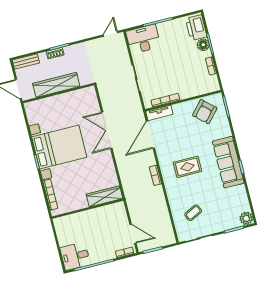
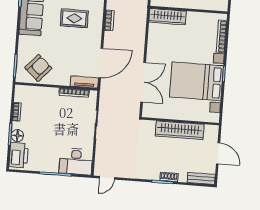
wardrobe: (56, 85) -> (180, 130), moved
wall: (58, 93) -> (180, 121), moved

